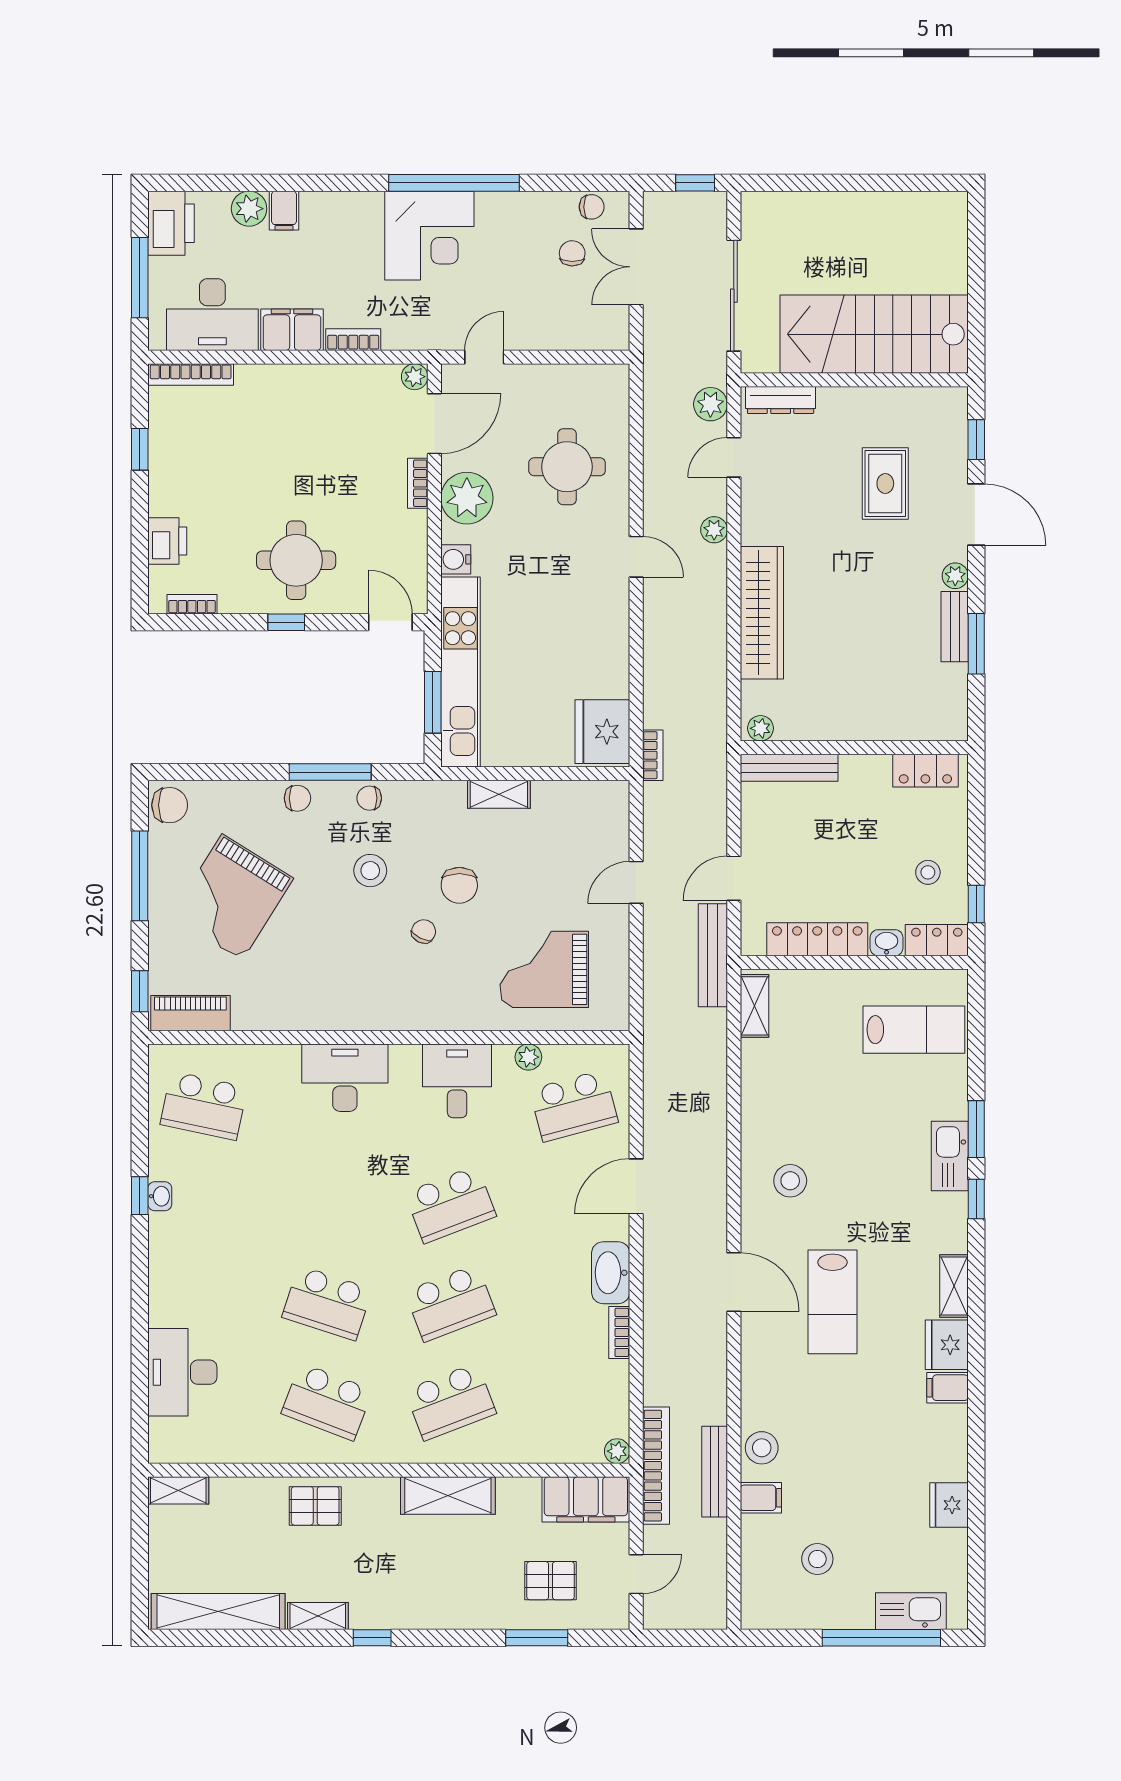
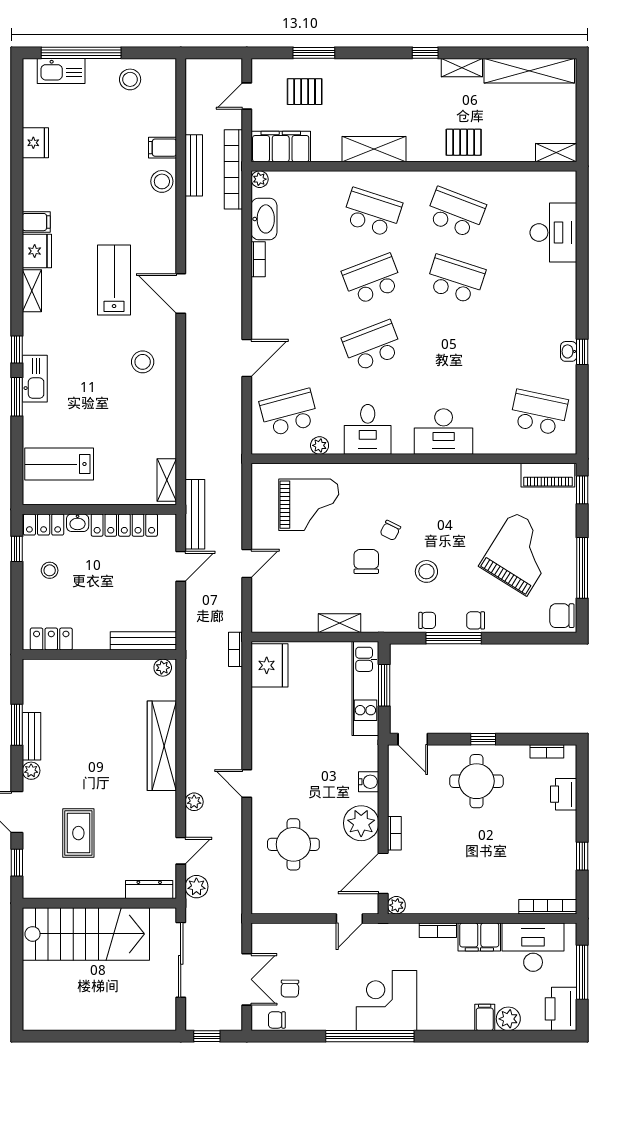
kitchen unit: (461, 672) -> (365, 689), width x0.73
washbasin: (611, 1273) -> (264, 219), moved
school desk: (450, 1402) -> (372, 213), turned 39
stool: (817, 1559) -> (130, 79), moved

